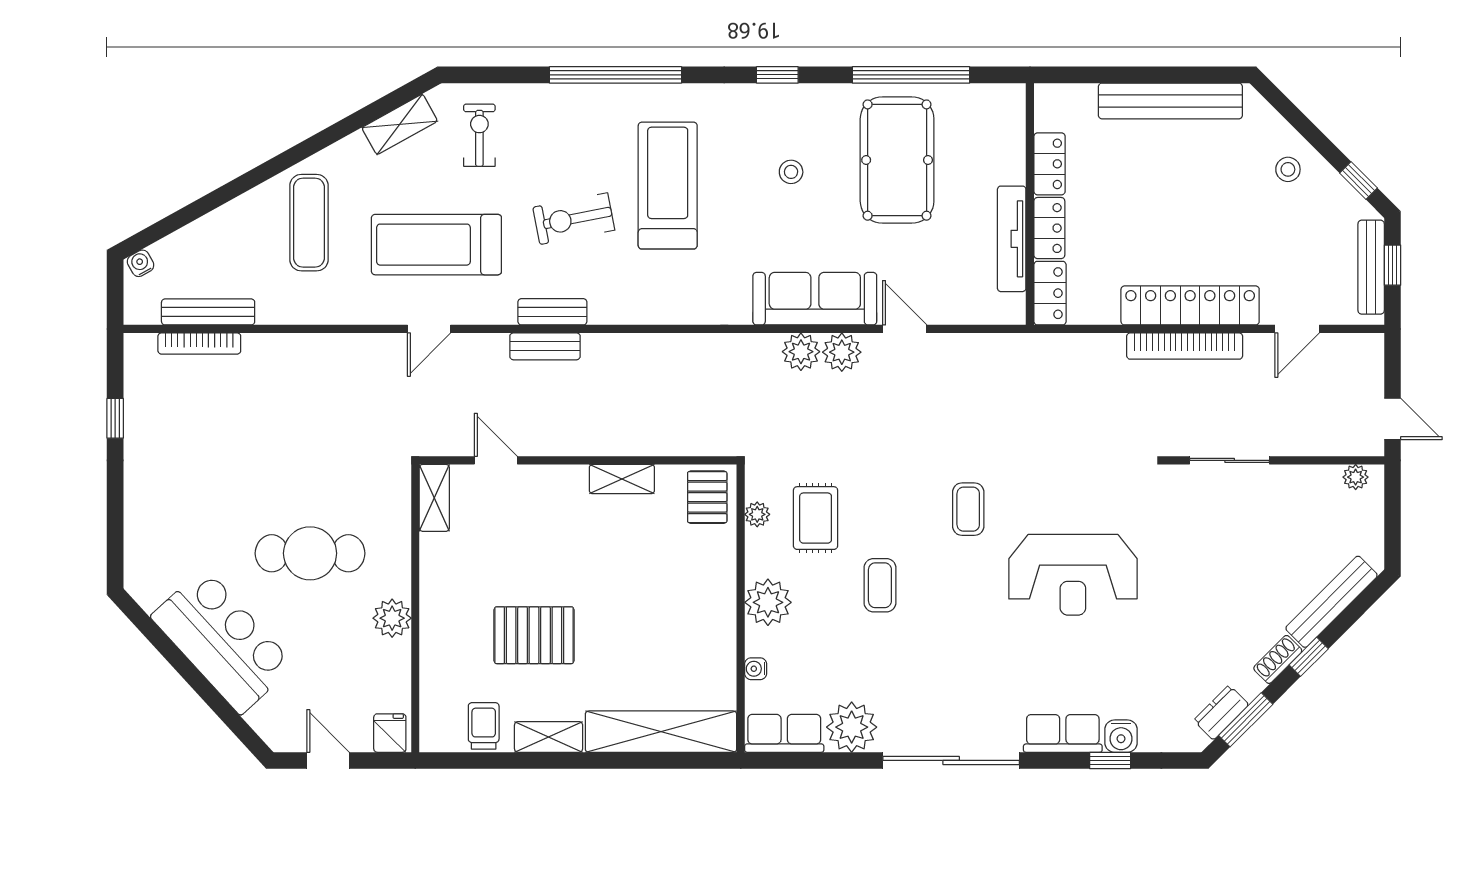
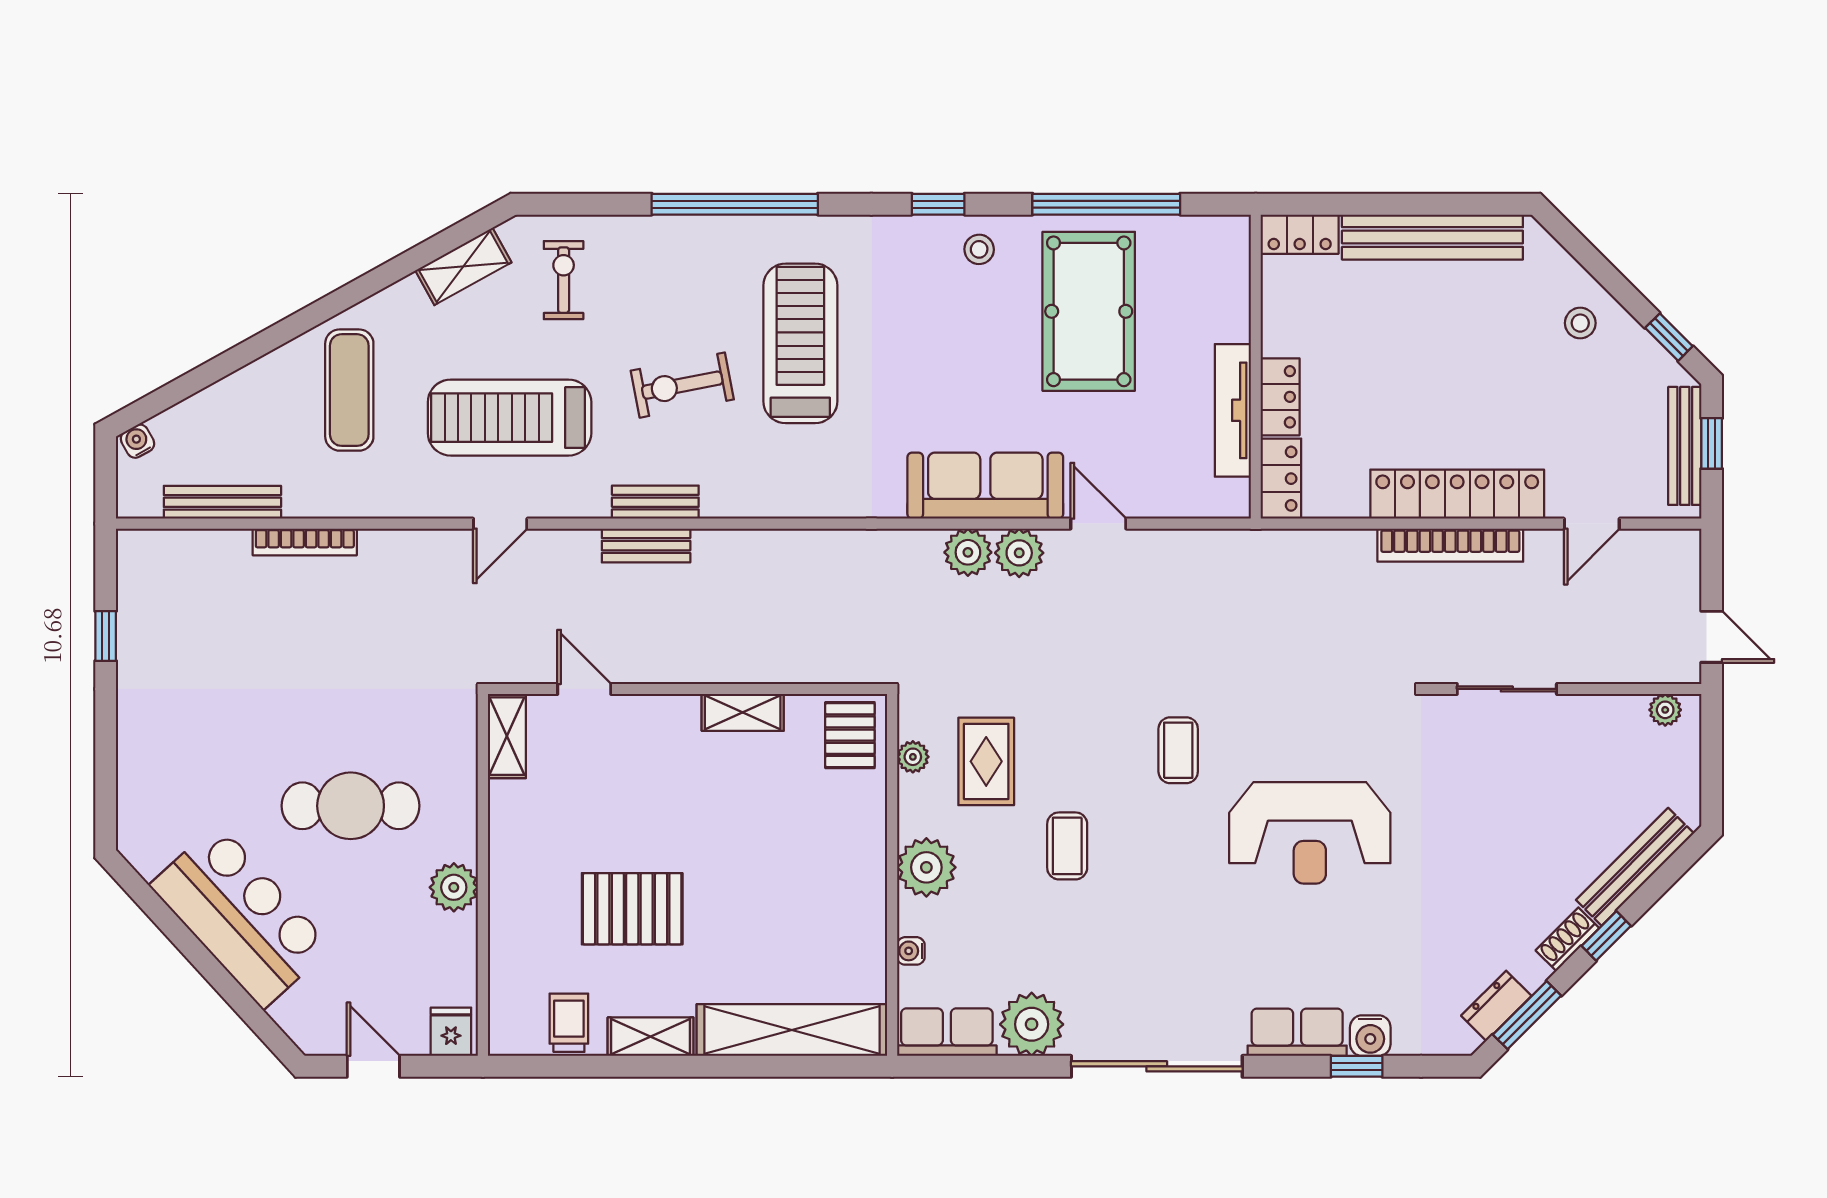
locker: (1050, 164) -> (1300, 234), moved, turned 90
stool: (791, 172) -> (979, 249), moved
bookcase: (199, 343) -> (305, 542), moved

